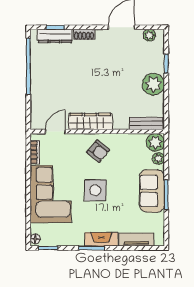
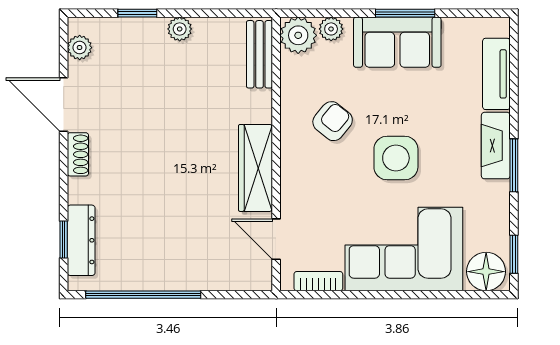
shoe rack: (84, 34) -> (78, 154), moved
plant: (153, 84) -> (180, 29), width x0.53, depth x0.53
armchair: (98, 151) -> (333, 121), moved
floor lamp: (35, 239) -> (486, 272), width x1.89, depth x1.89

